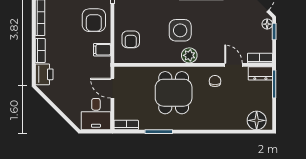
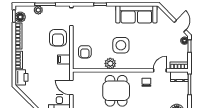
plant: (189, 55) -> (110, 63), moved
door: (233, 65) -> (160, 70), hinge flipped

